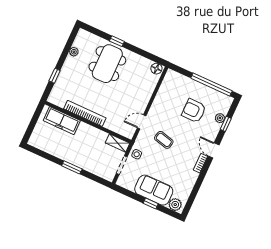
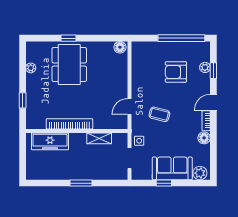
shelving: (118, 143) -> (99, 138), moved
door: (214, 150) -> (213, 102), hinge flipped
floor lamp: (192, 177) -> (204, 138), added
window: (151, 204) -> (164, 183), moved

